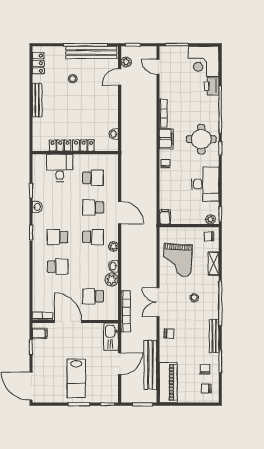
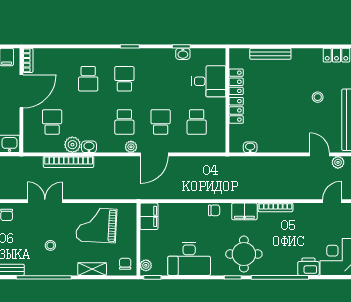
bench: (37, 100) -> (270, 54), moved
washbasin: (37, 207) -> (183, 54), moved
filing cabinet: (165, 217) -> (149, 216), width x2.00
plant: (113, 246) -> (131, 147), moved
bookcase: (126, 311) -> (69, 162), moved

